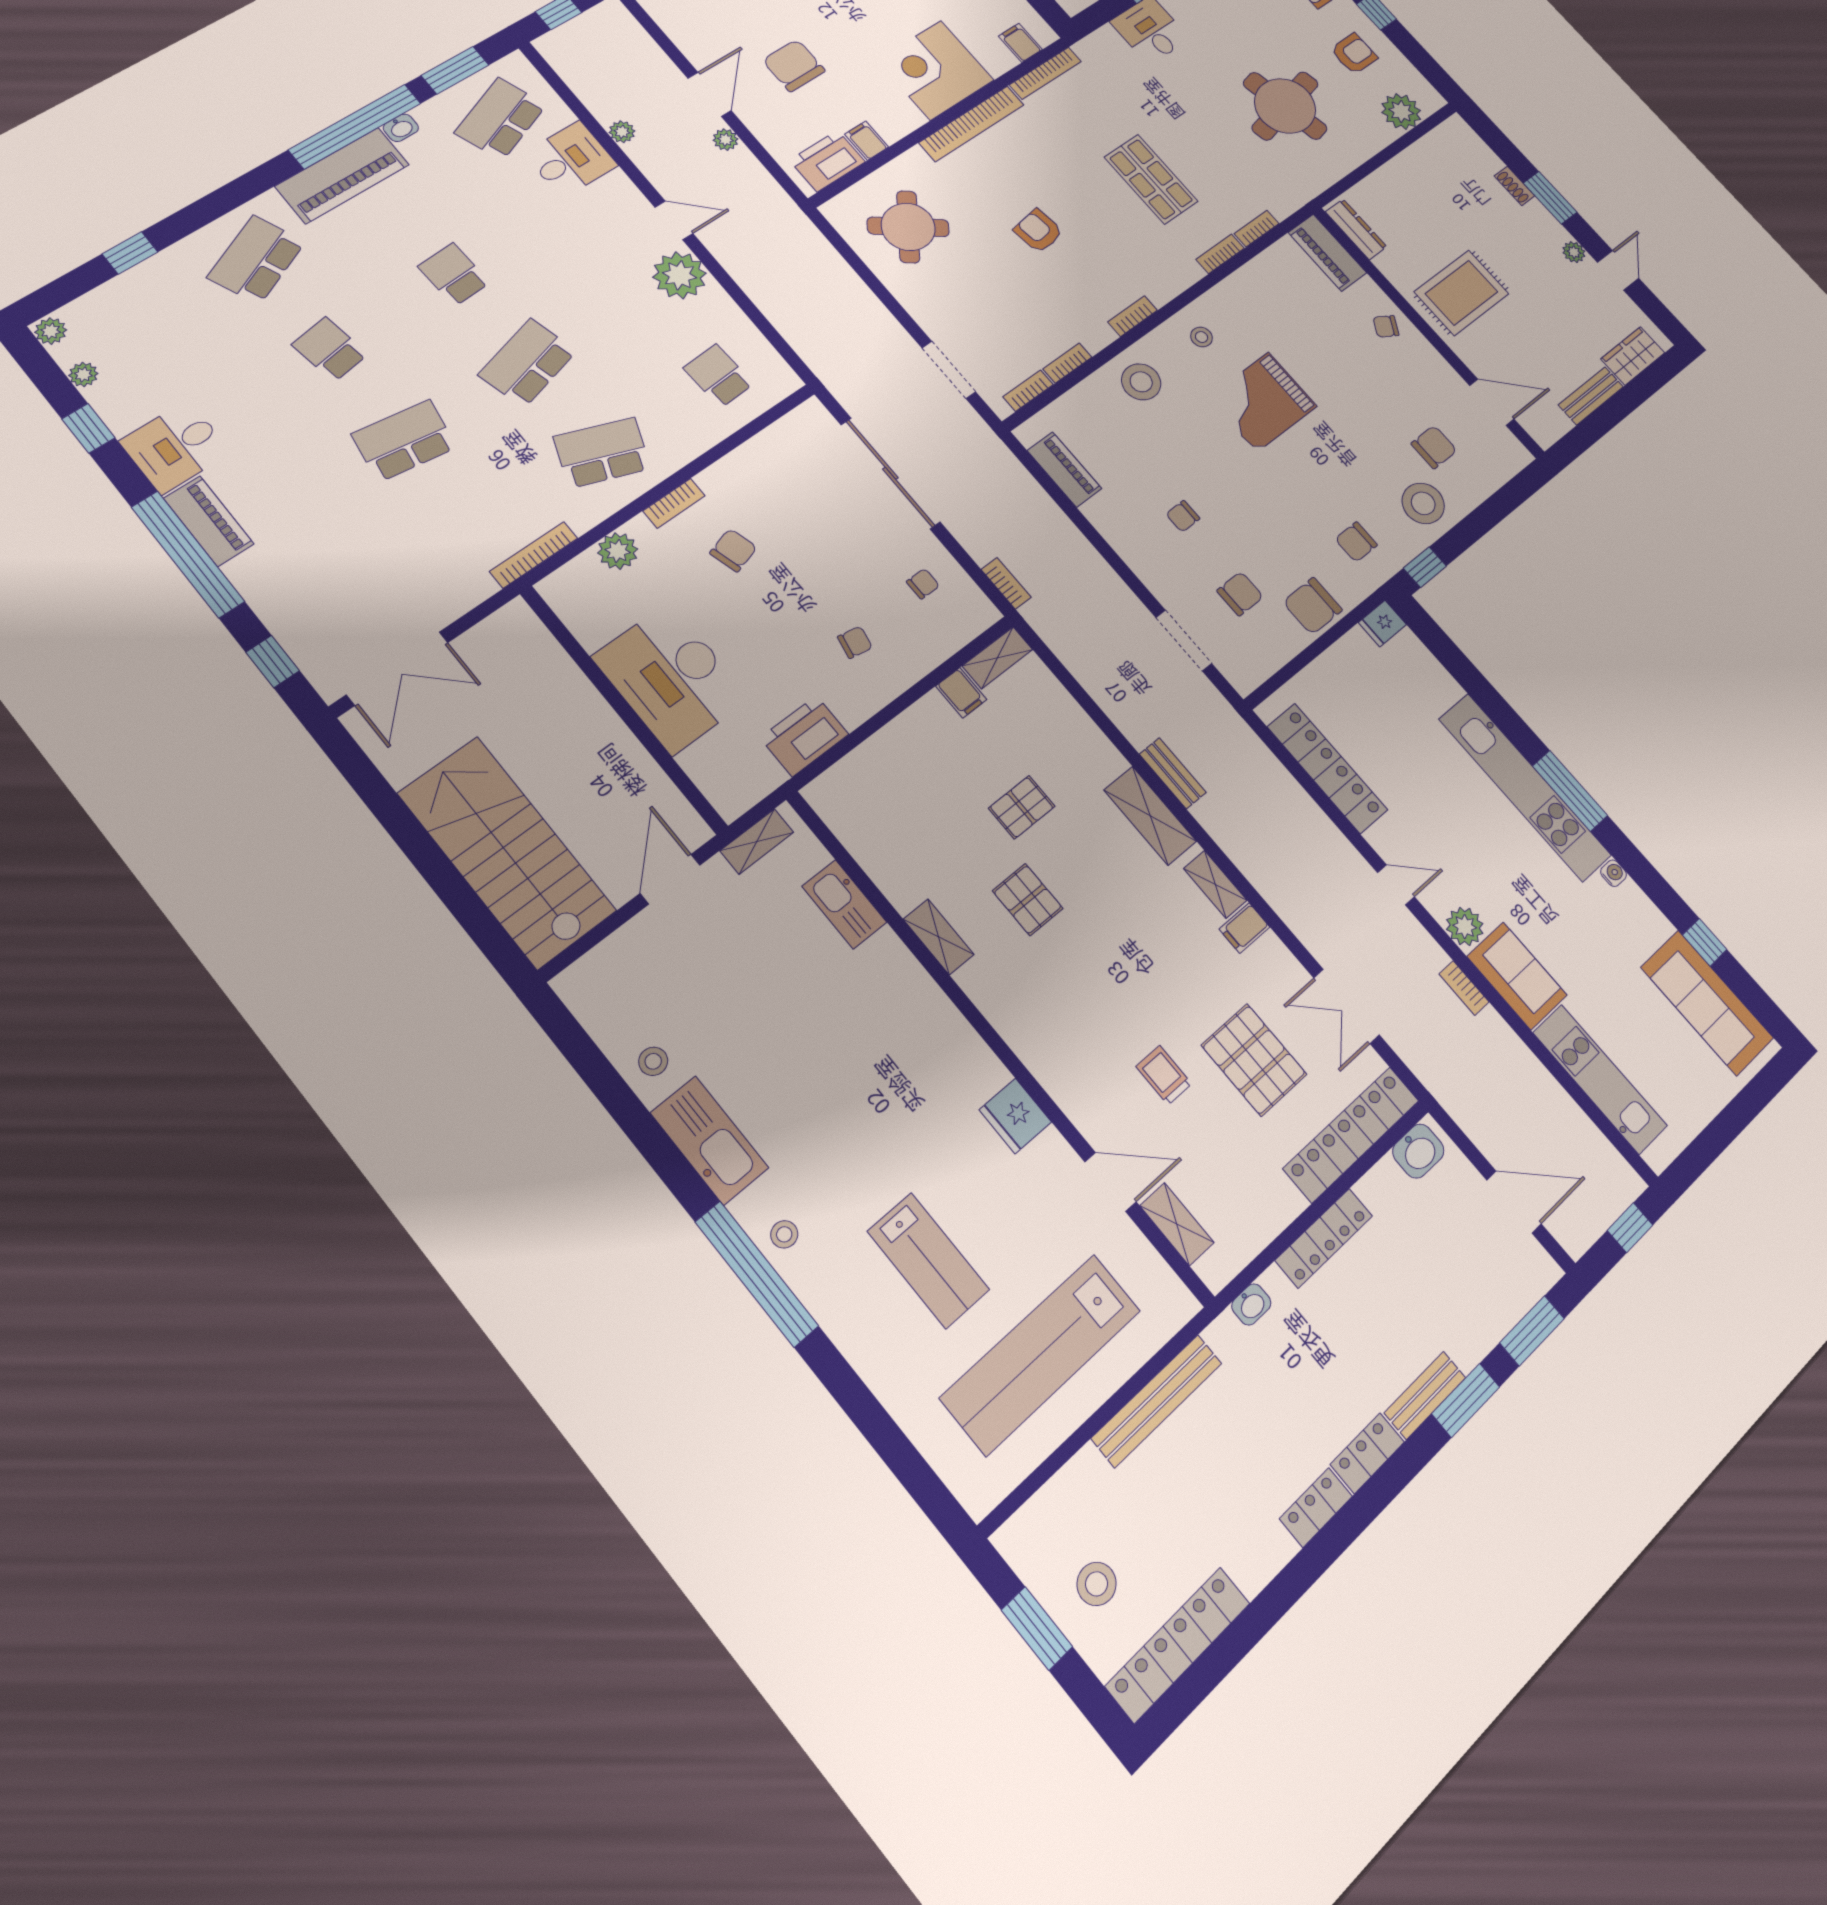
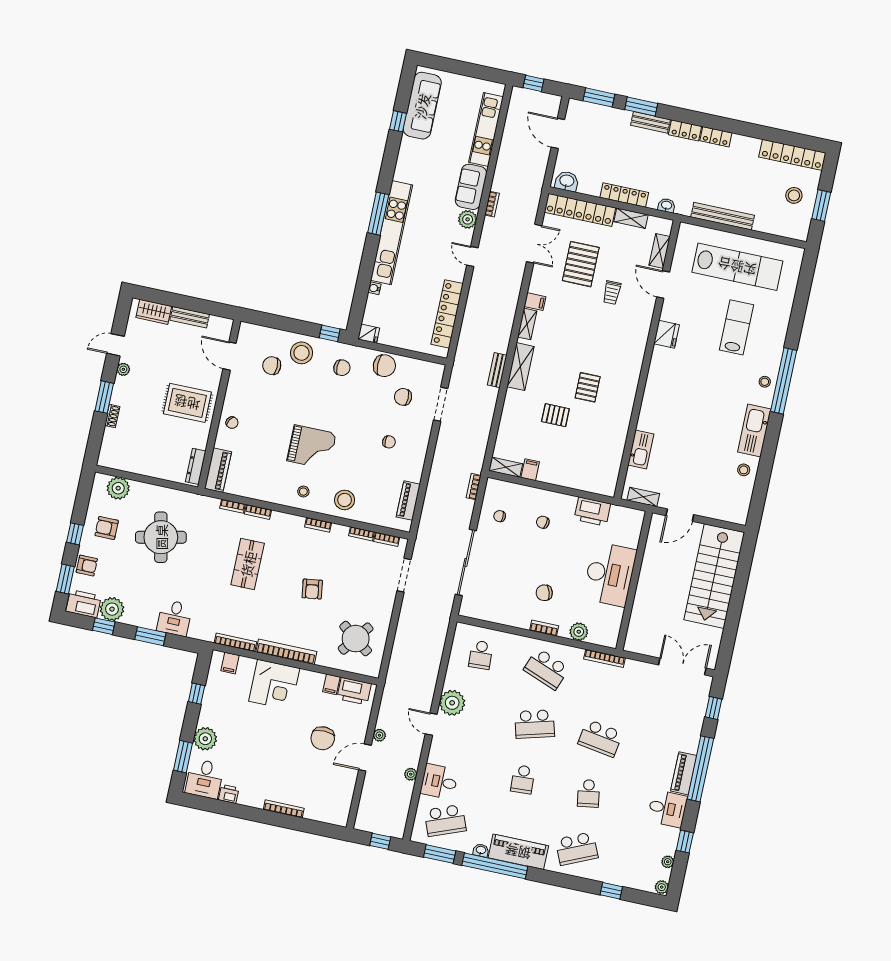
water cooler: (1613, 873) -> (374, 288), moved
shelving: (939, 937) -> (631, 218), moved, turned 90

